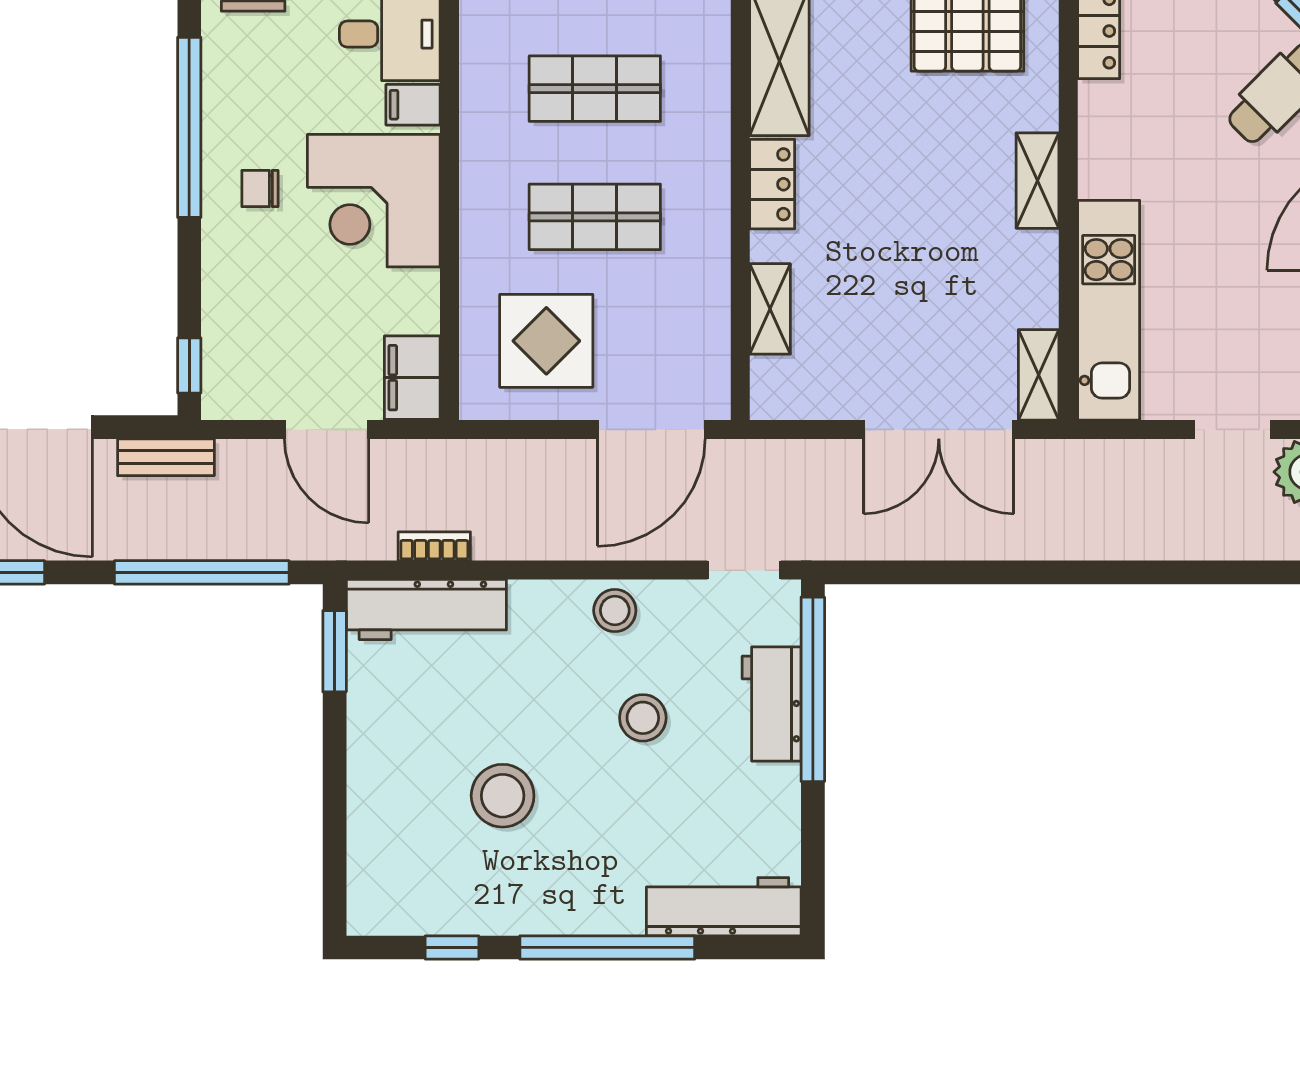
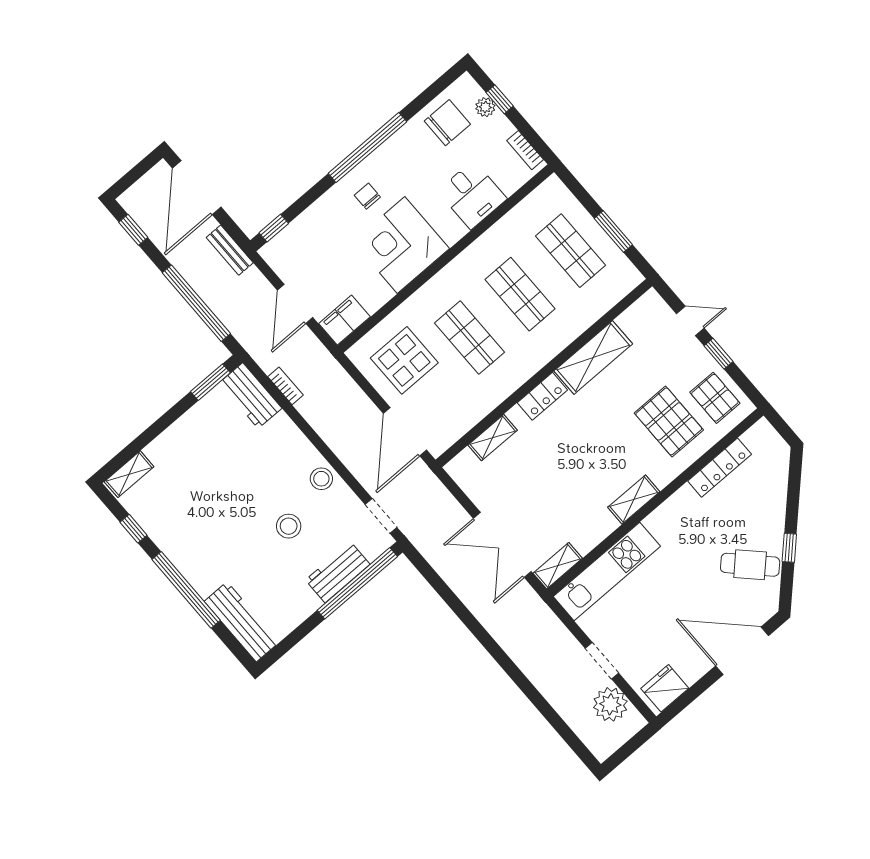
filing cabinet: (413, 105) -> (452, 228), removed
door: (651, 429) -> (405, 432), hinge flipped
workbench: (426, 610) -> (251, 396), width x0.73
stool: (503, 796) -> (210, 497), removed
shelving: (367, 886) -> (129, 474), added

